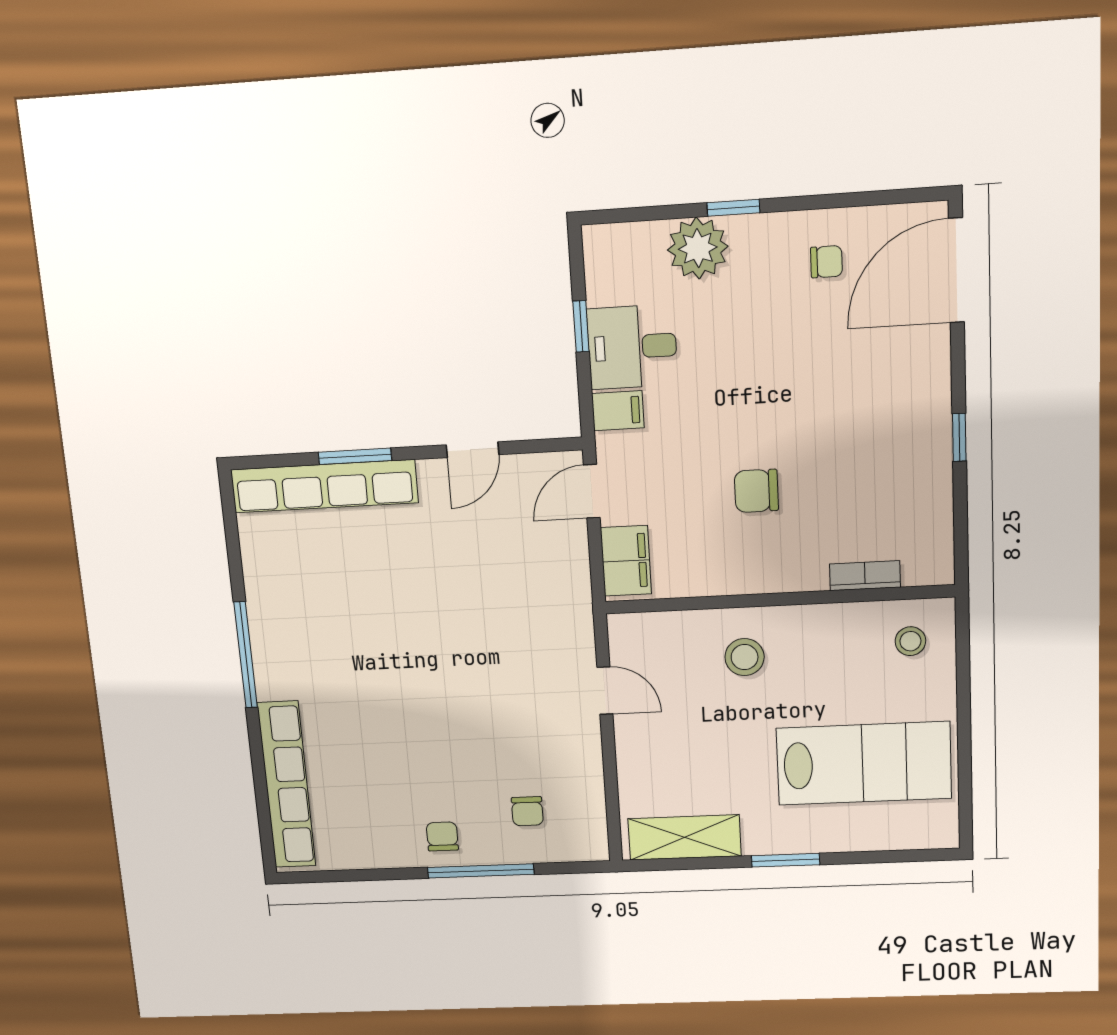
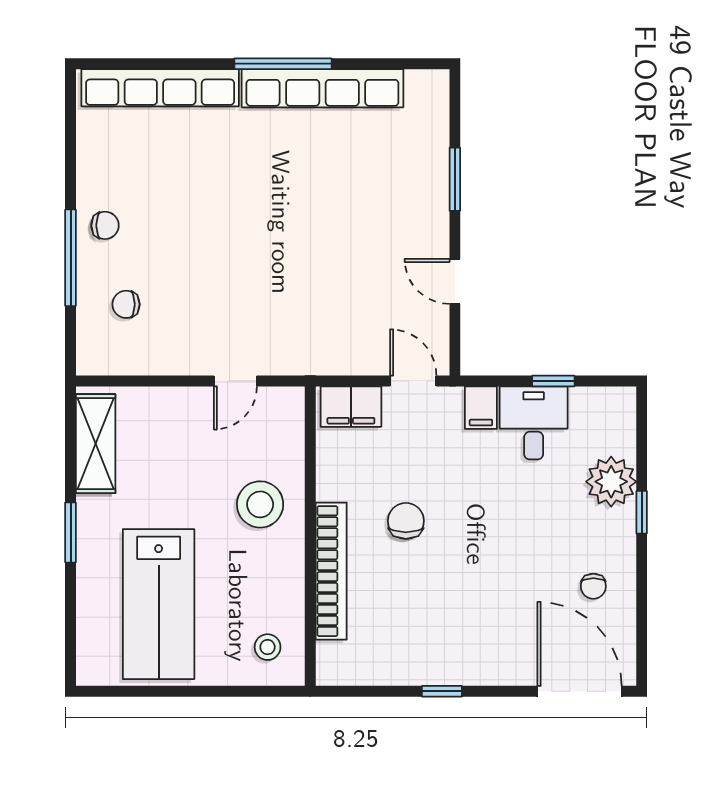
row of seats: (324, 486) -> (322, 88), moved, turned -90
bookcase: (865, 576) -> (331, 571), width x2.31, depth x1.31
stool: (745, 657) -> (260, 504), width x1.38, depth x1.38

